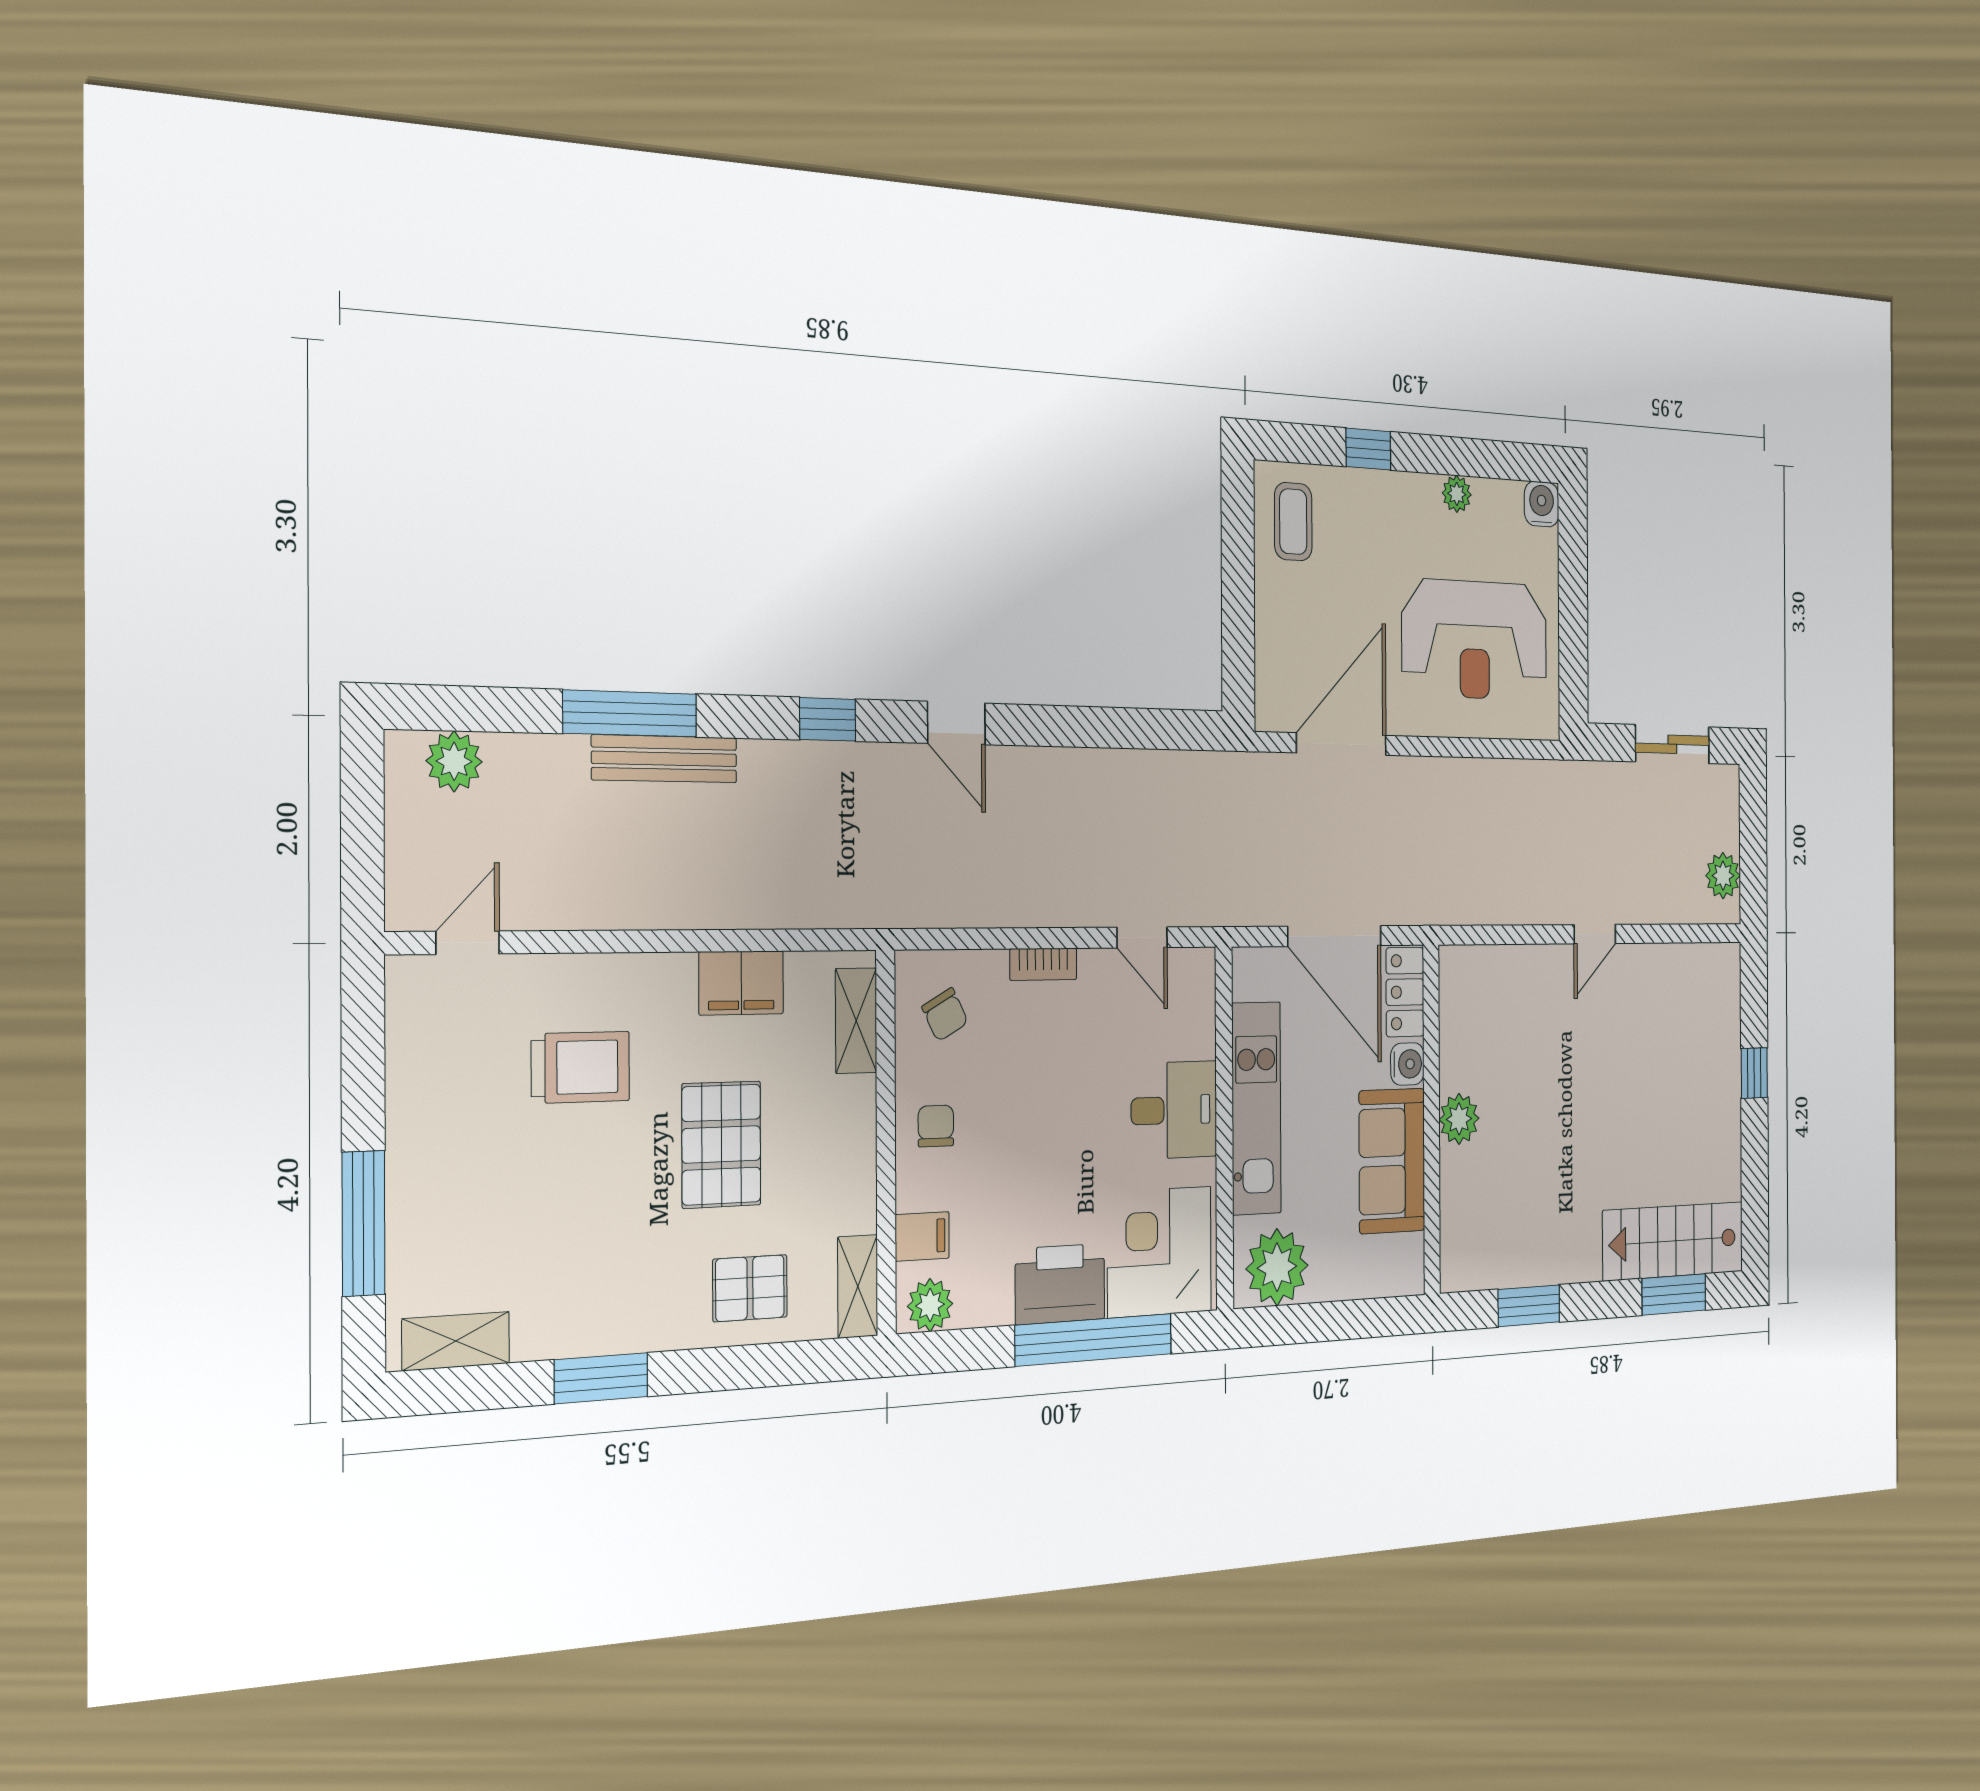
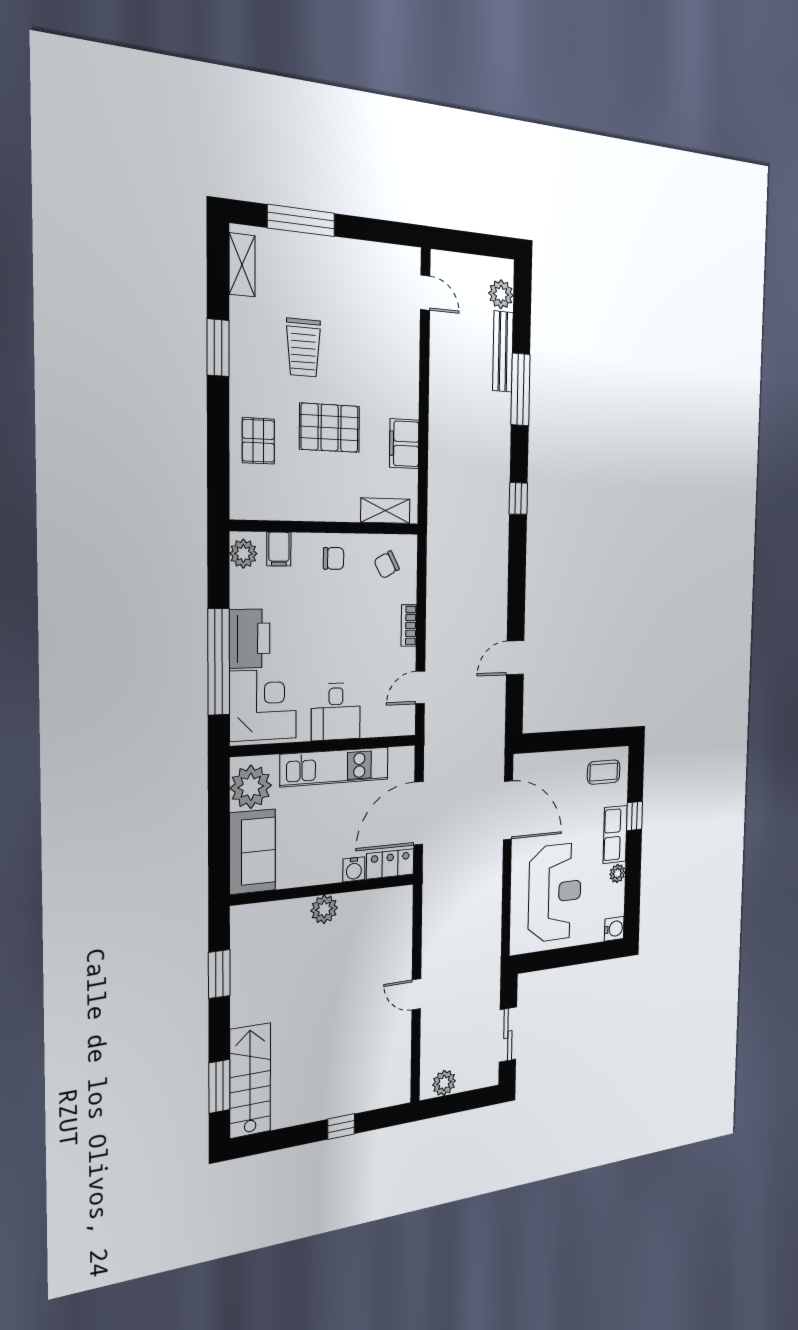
row of seats: (1395, 497) -> (615, 834), added
reception desk: (1475, 640) -> (555, 892), turned 180
door: (956, 723) -> (515, 658), moved
bench: (665, 759) -> (503, 352), moved
trolley: (581, 1067) -> (303, 348), moved
sofa: (1392, 1161) -> (253, 852), moved, turned 90
shelving: (858, 1286) -> (256, 508), removed

